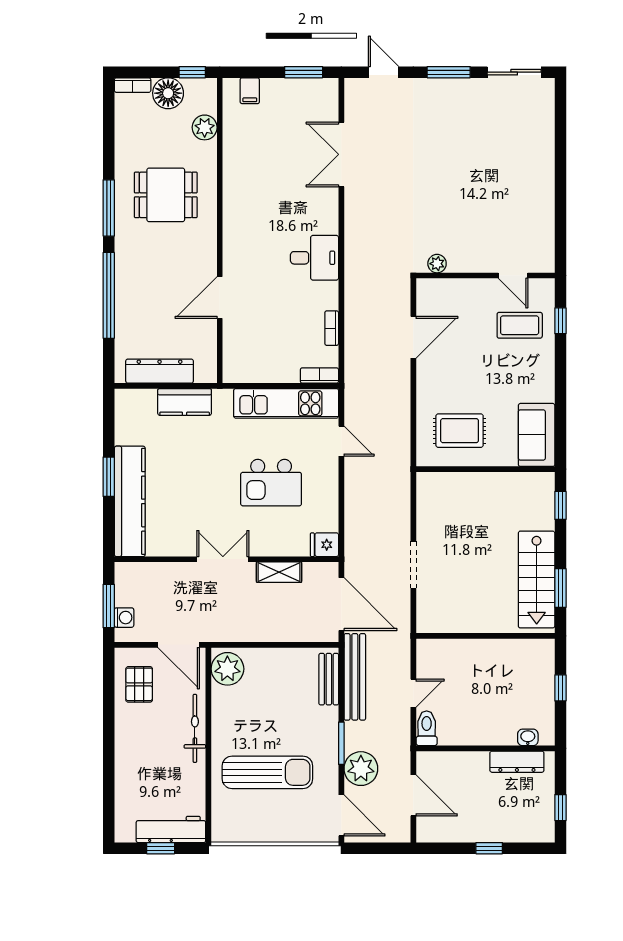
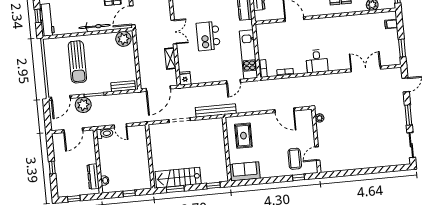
kitchen island: (271, 483) -> (208, 36), moved
bench: (355, 677) -> (216, 110), moved

